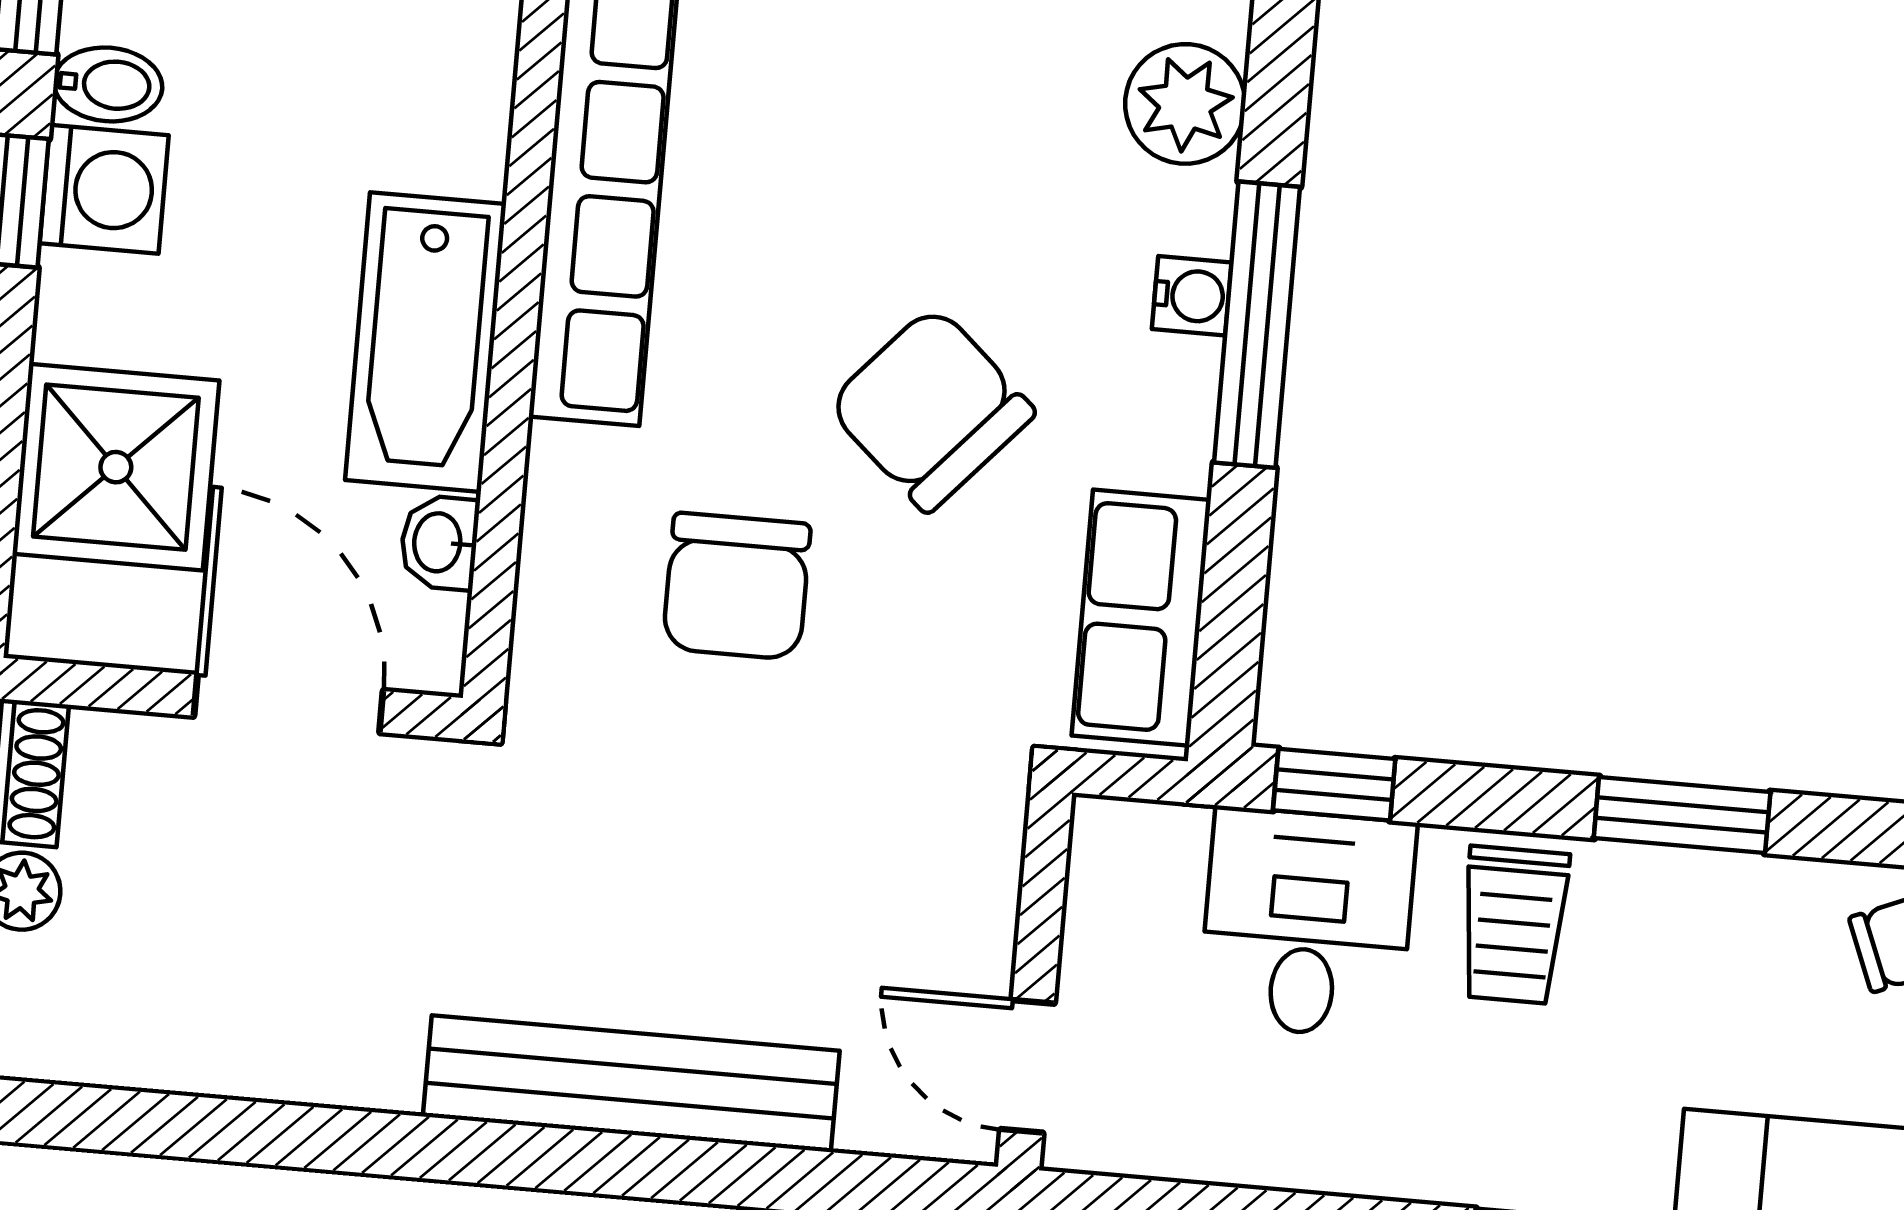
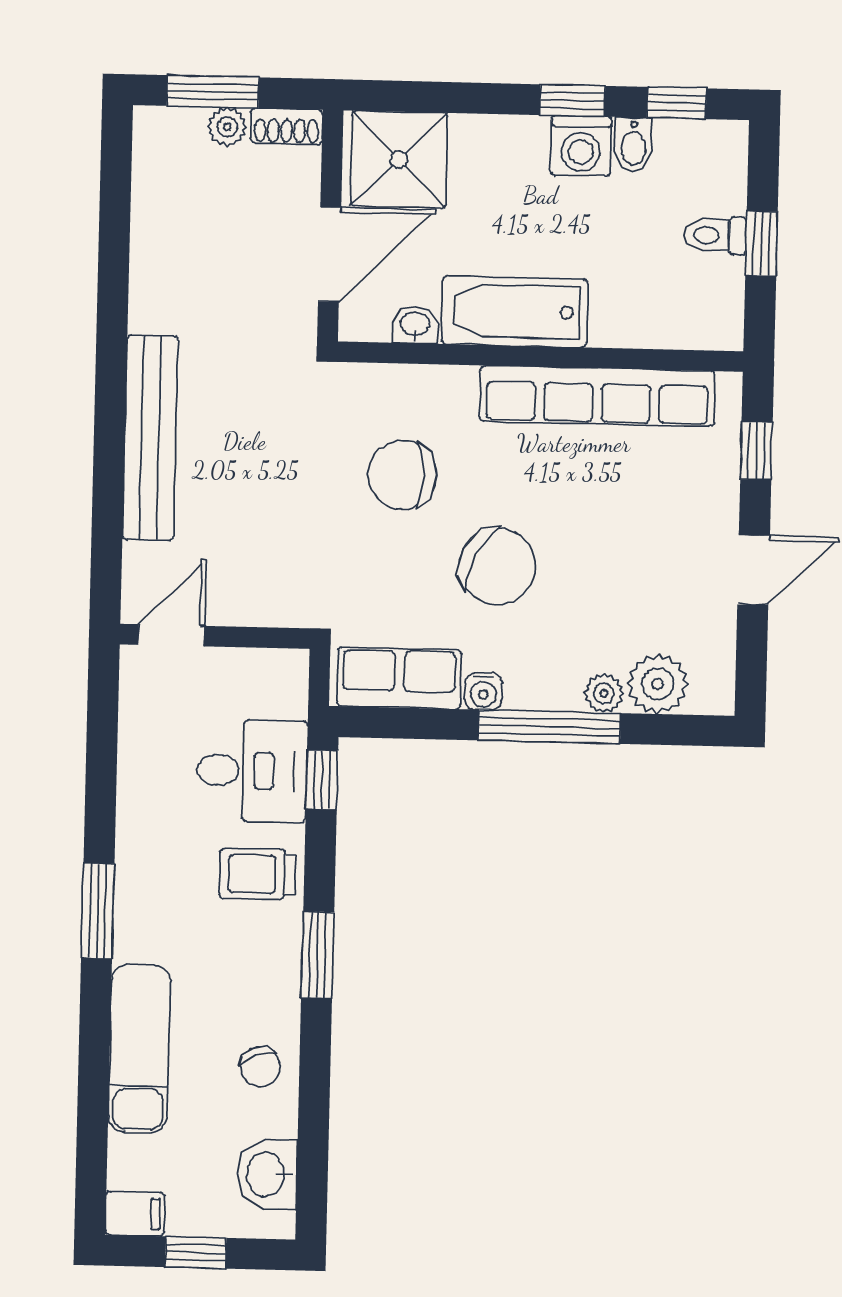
plant: (1197, 212) -> (604, 693), added
water cooler: (1192, 296) -> (483, 691), moved
chair: (931, 409) -> (497, 566), turned 75
shower: (116, 467) -> (399, 160), moved

